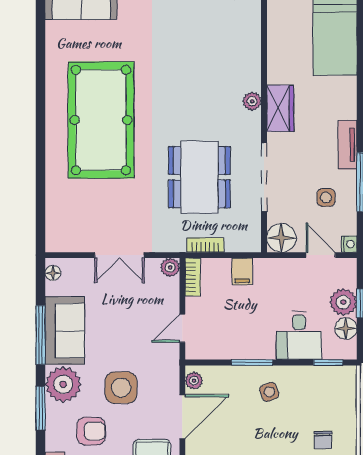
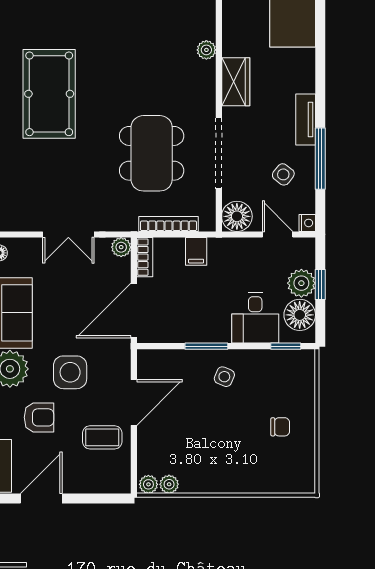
plant: (252, 101) -> (206, 50), moved
pool table: (101, 120) -> (49, 94), width x0.73, depth x0.76
side table: (326, 197) -> (283, 174), turned 38
bookcase: (205, 245) -> (169, 224), width x1.56
door: (182, 328) -> (134, 310), width x1.87
floor lamp: (346, 328) -> (300, 315), width x1.38, depth x1.38
plant: (194, 381) -> (146, 365), removed
side table: (269, 392) -> (224, 377), turned 45
chair: (323, 440) -> (280, 427), turned -90

